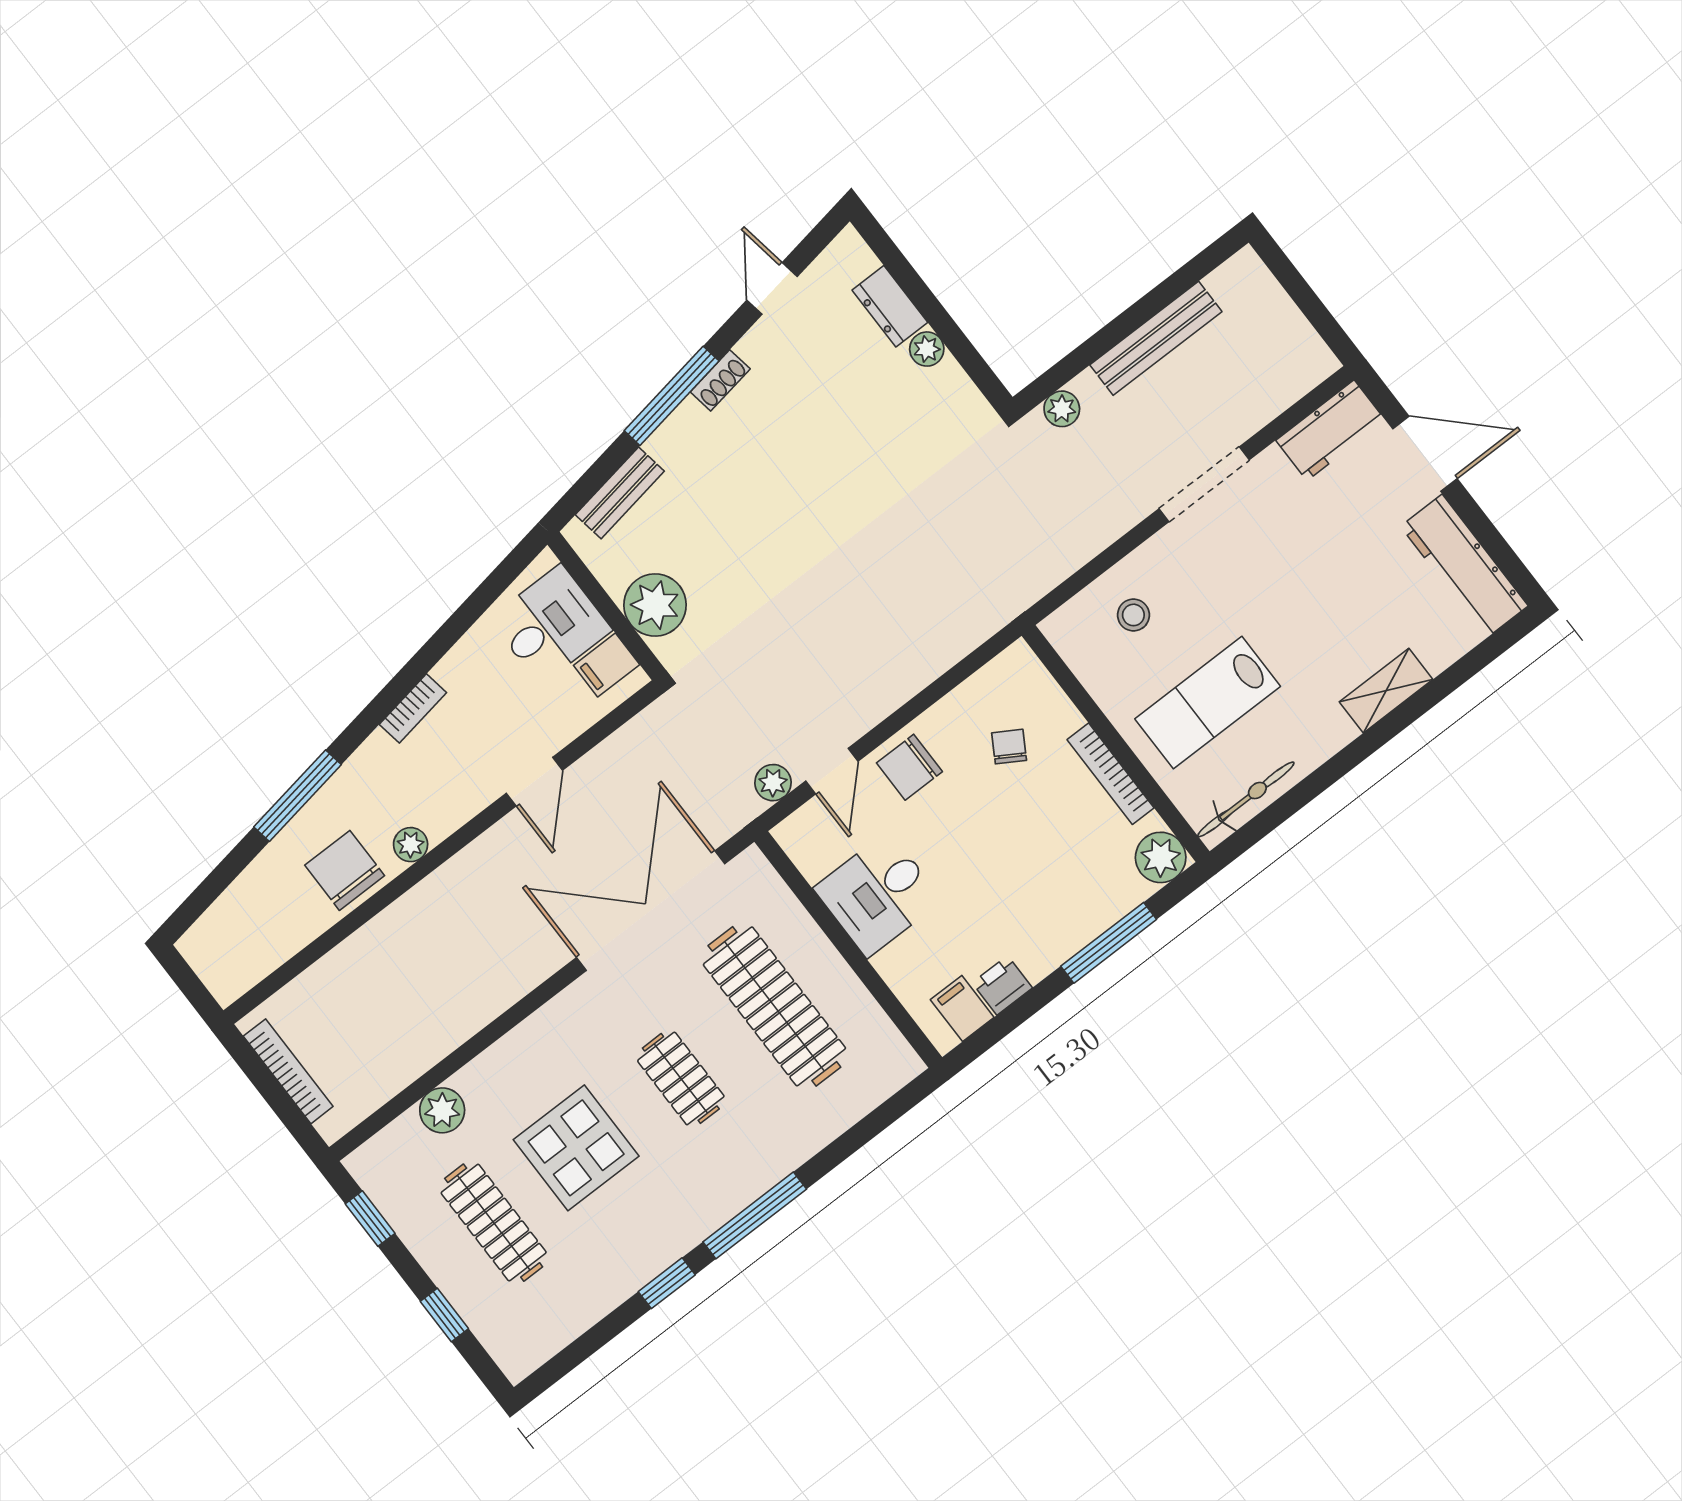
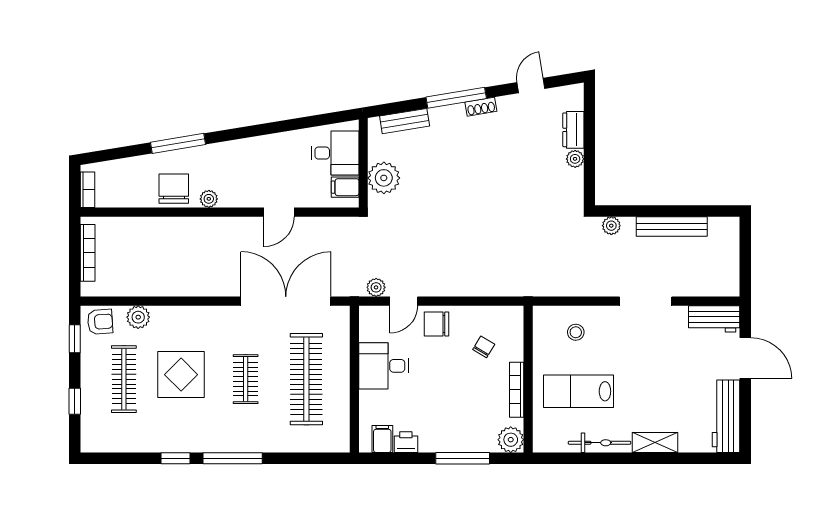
bookcase: (413, 708) -> (88, 190), moved, turned -81
bicycle: (1246, 799) -> (599, 443), moved
armchair: (389, 1163) -> (100, 322), added

